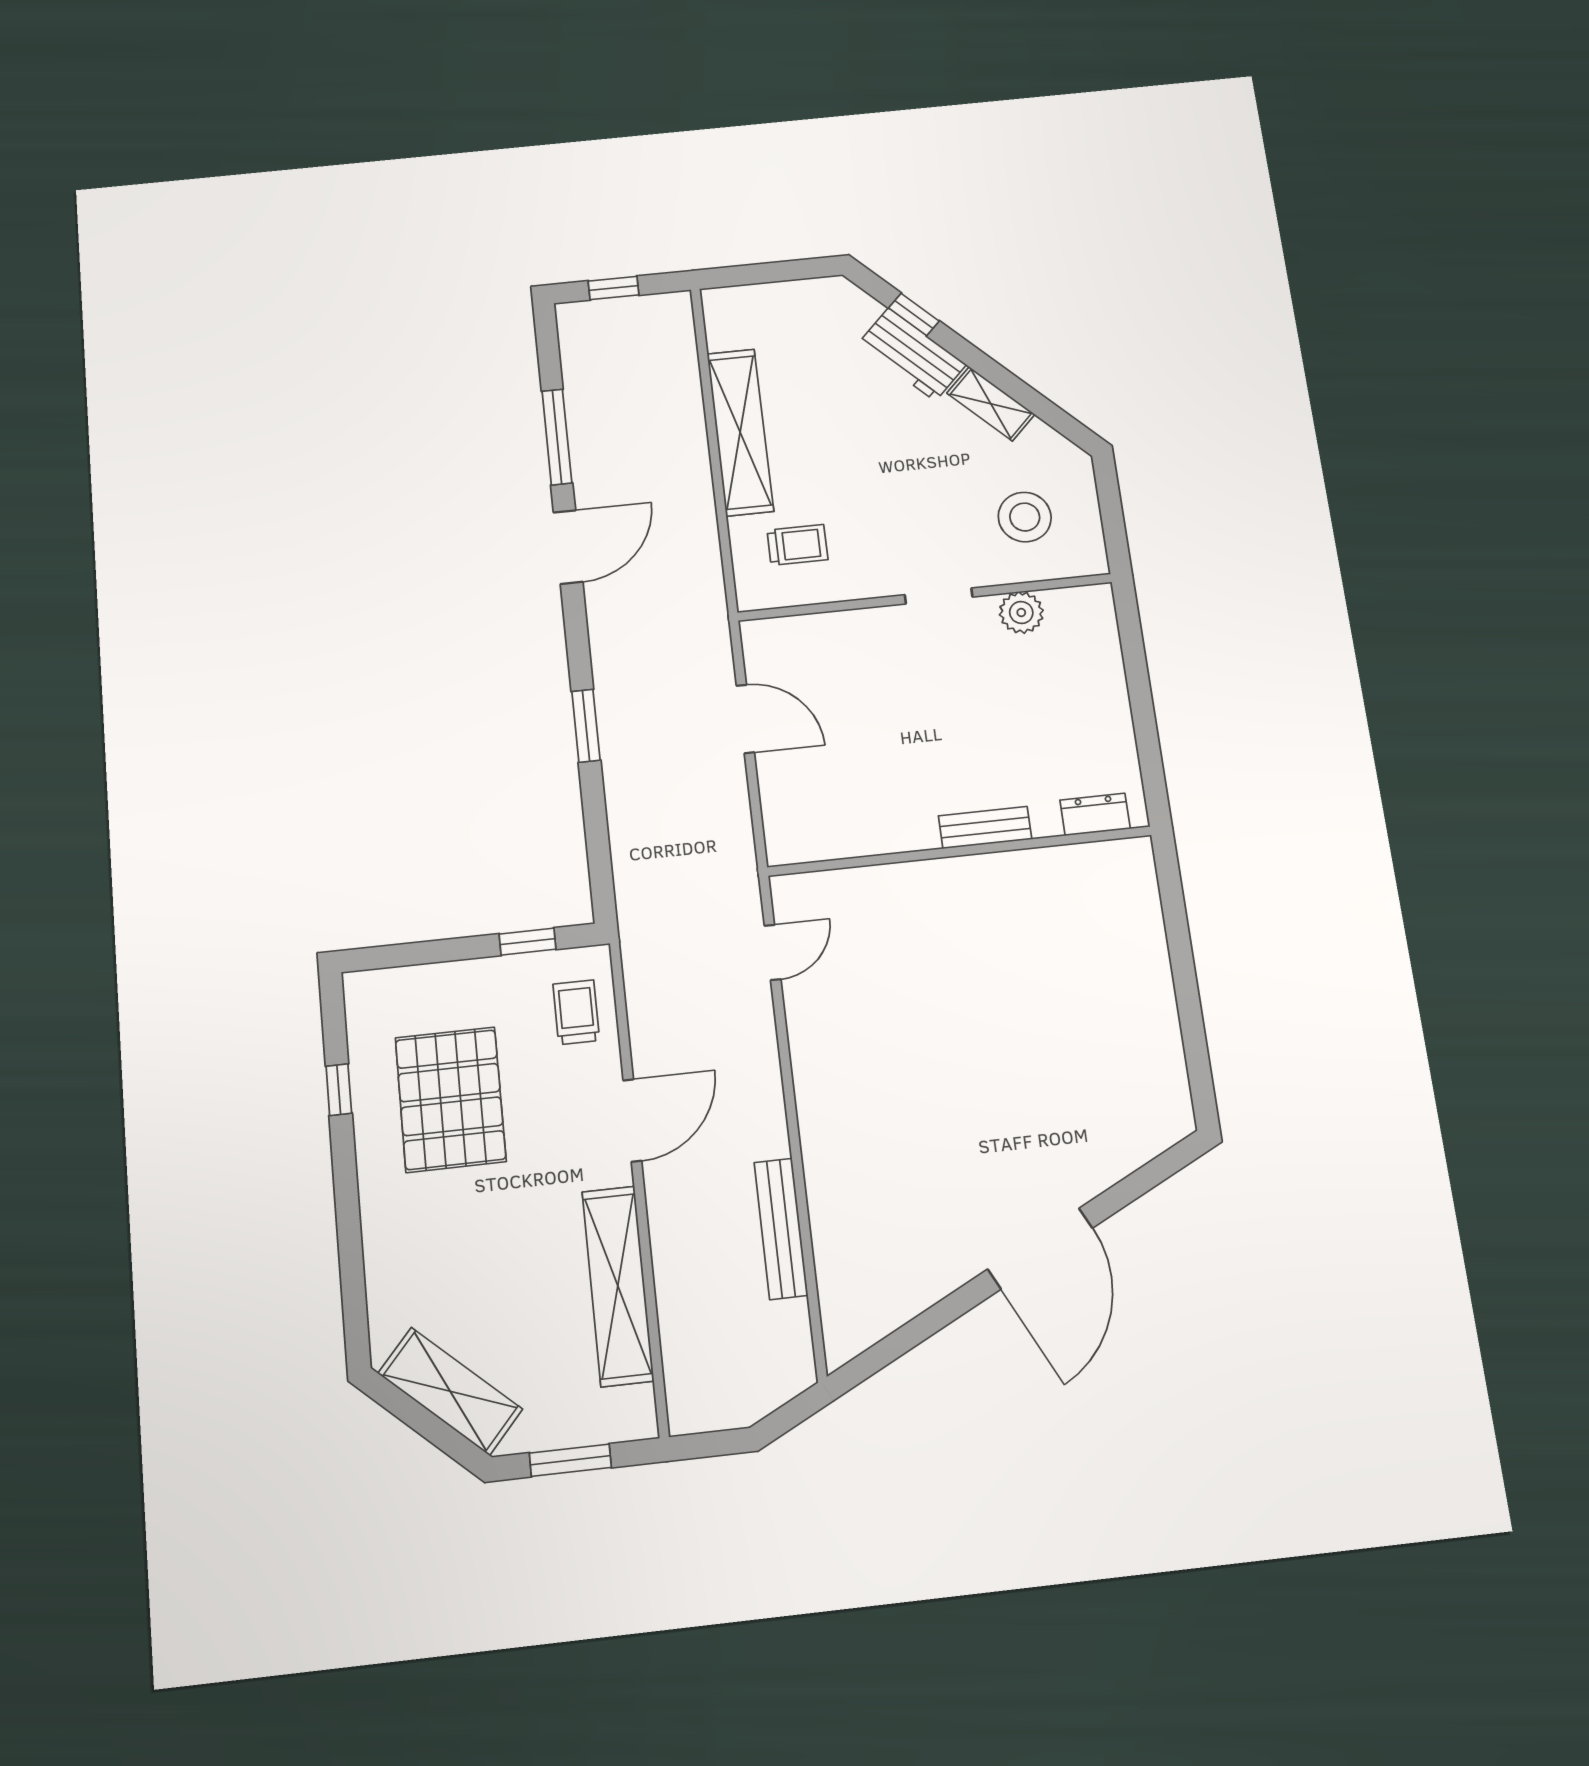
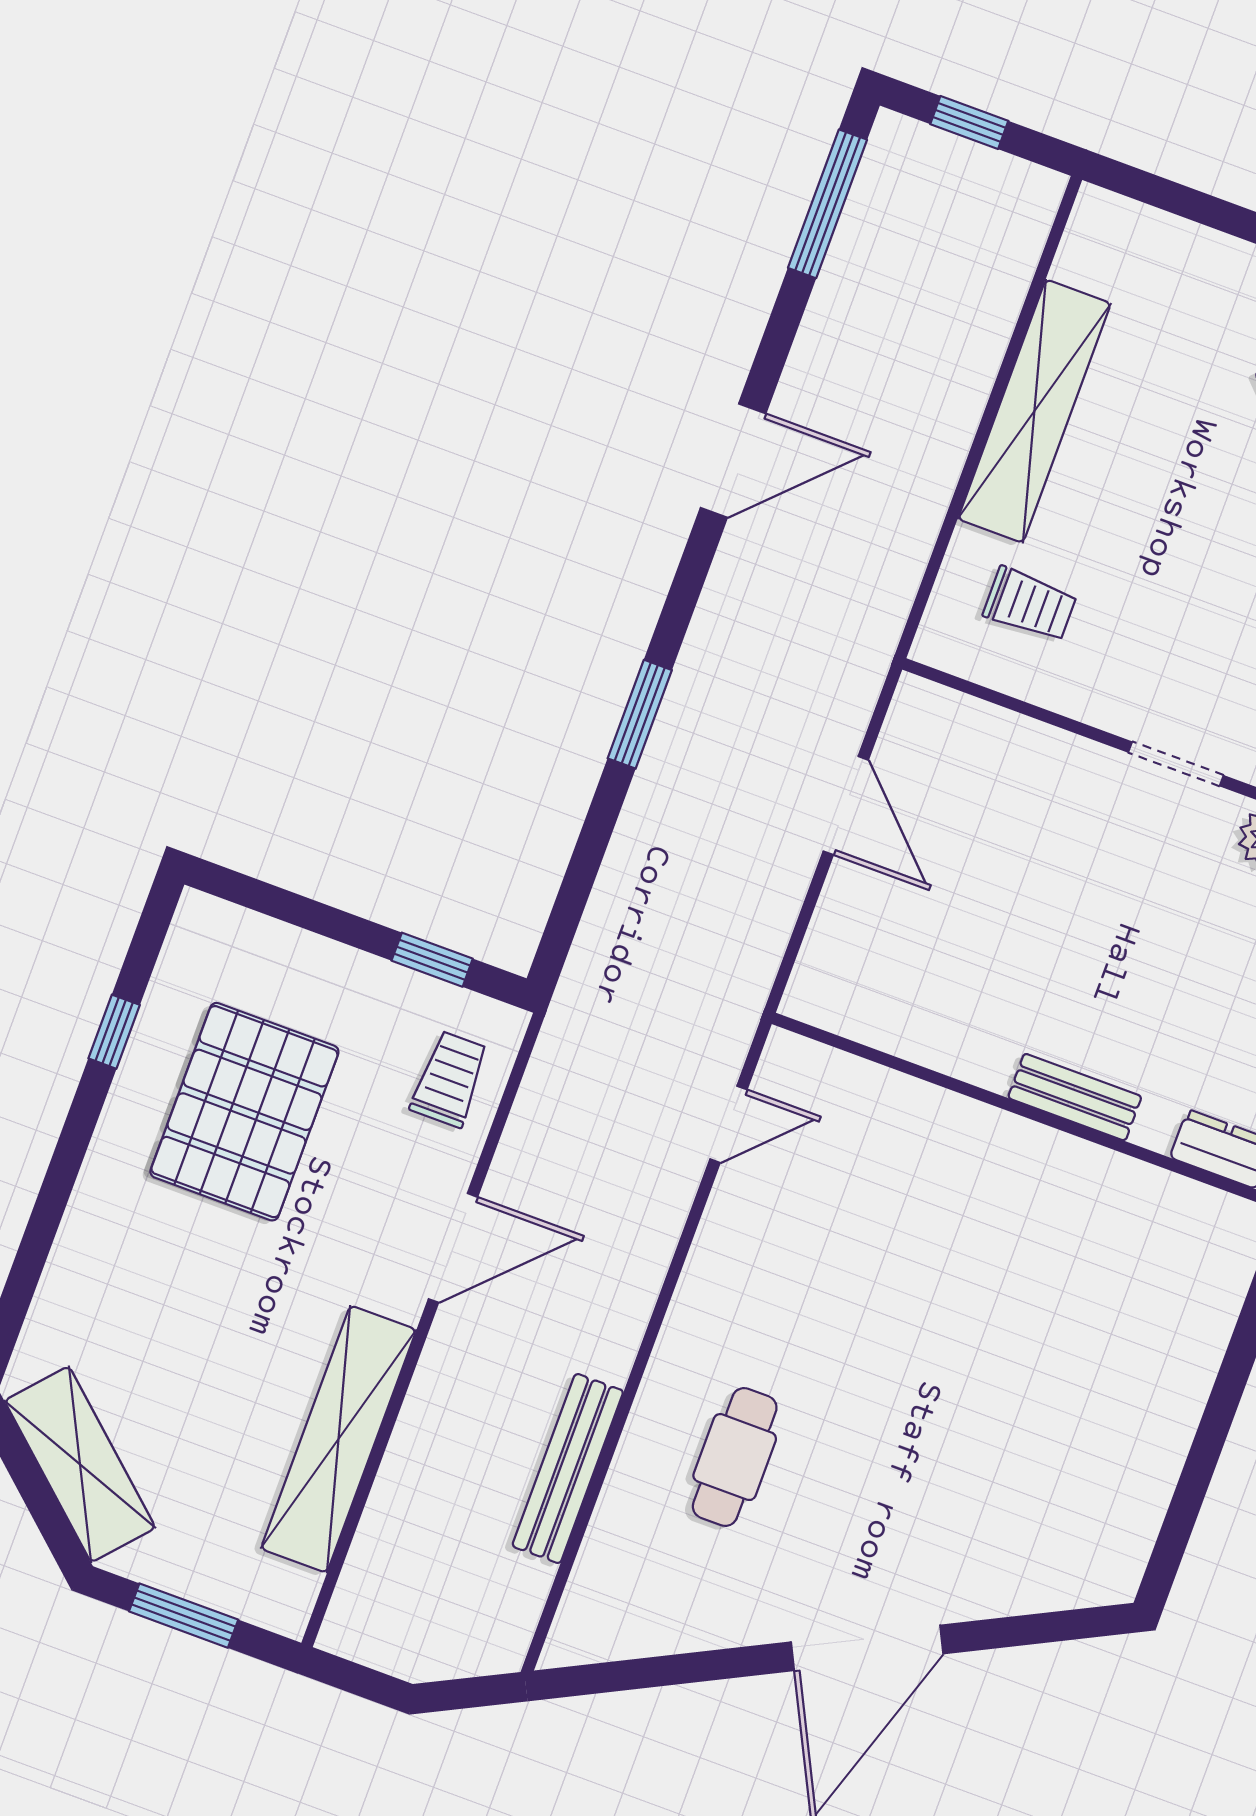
window: (557, 437) -> (828, 204), moved
cafe table: (887, 1166) -> (735, 1457), added

